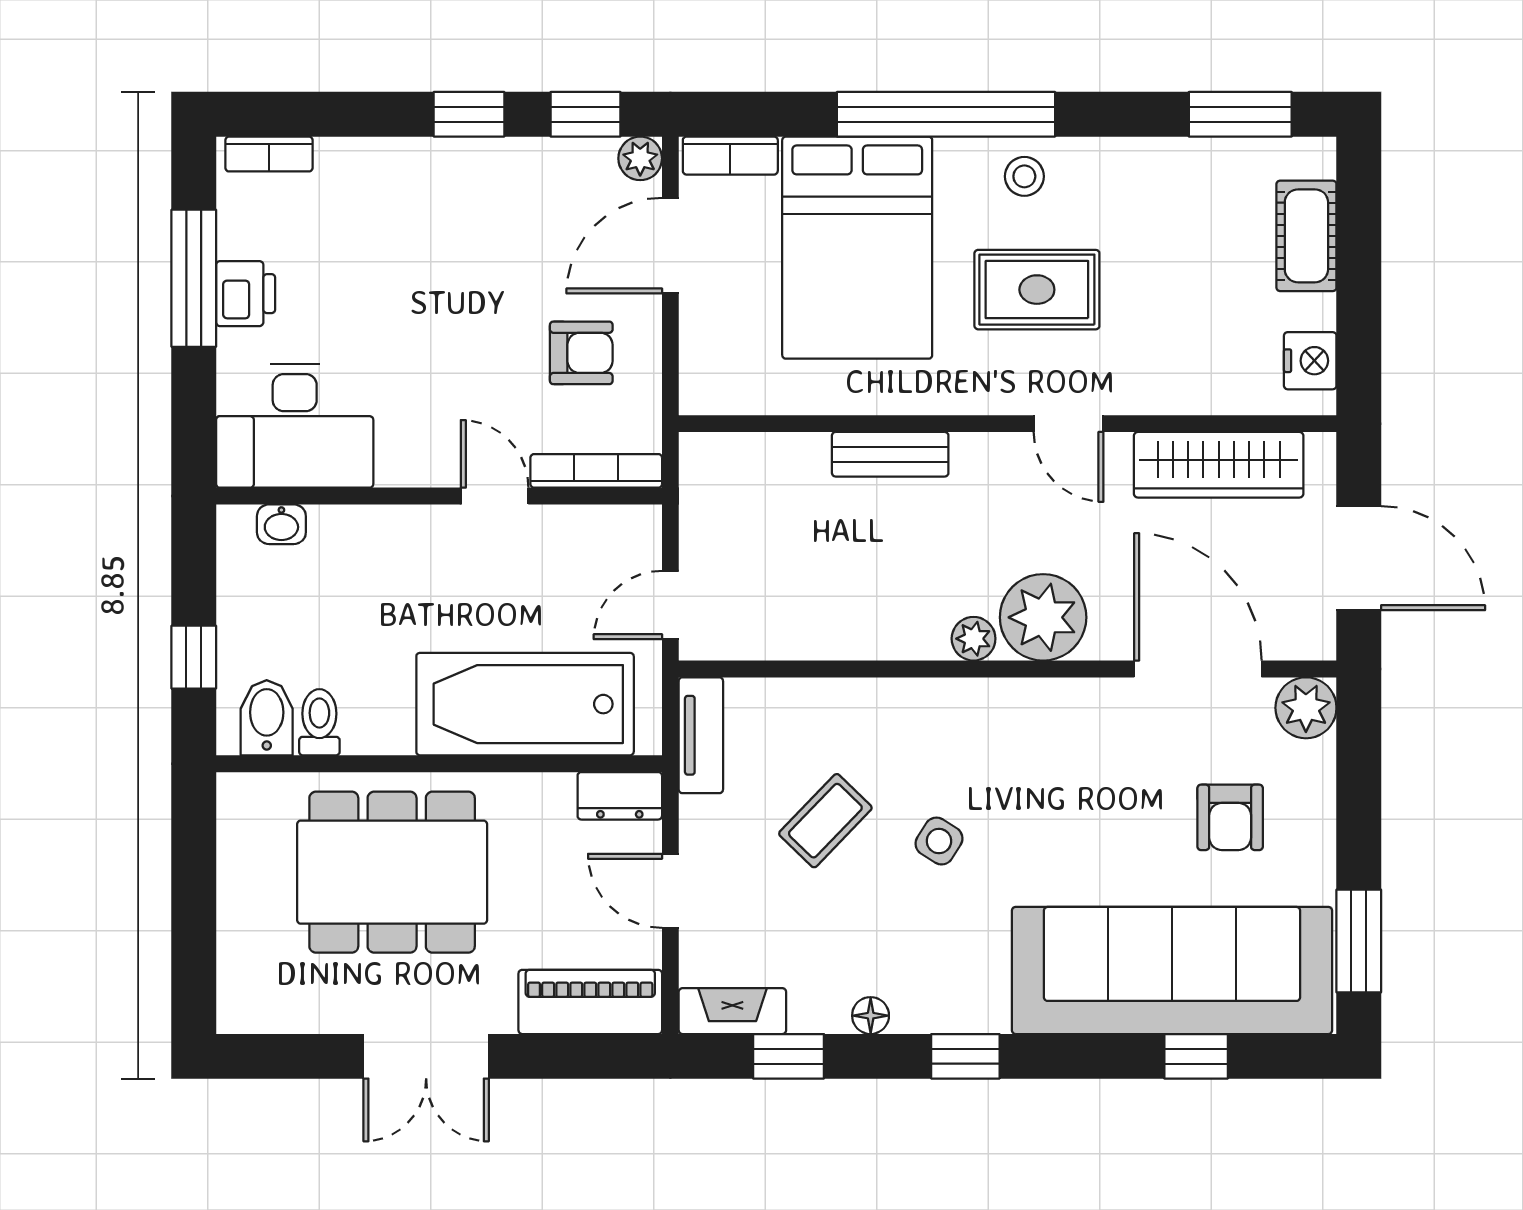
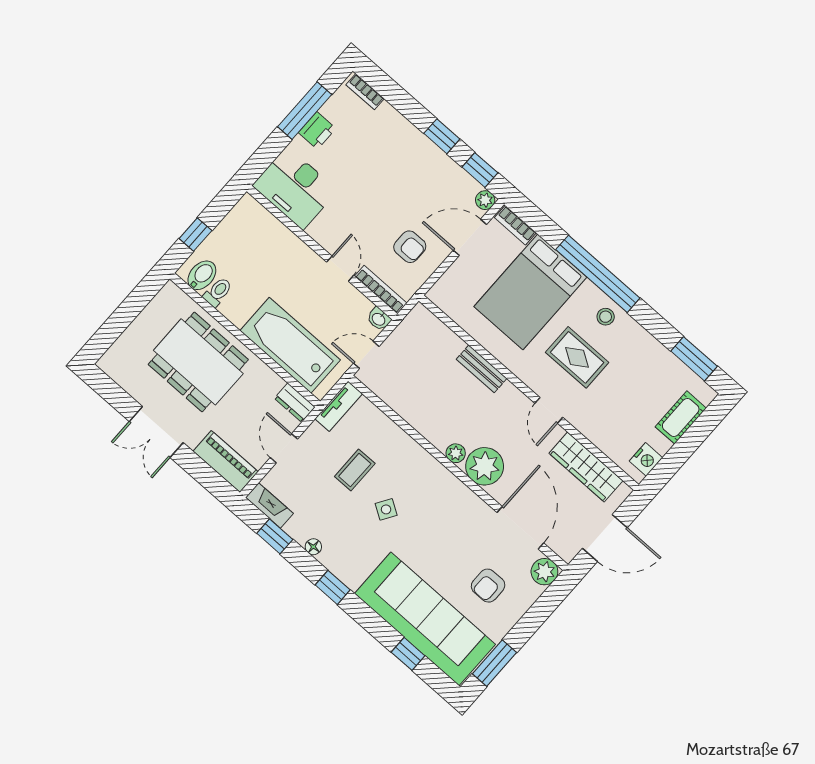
washbasin: (281, 524) -> (379, 319), moved
door: (1359, 558) -> (605, 538), hinge flipped
coffee table: (825, 821) -> (355, 470), turned -44

